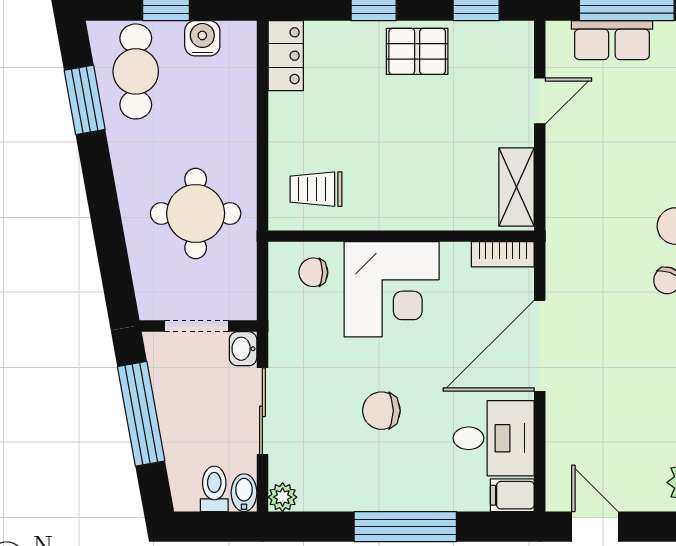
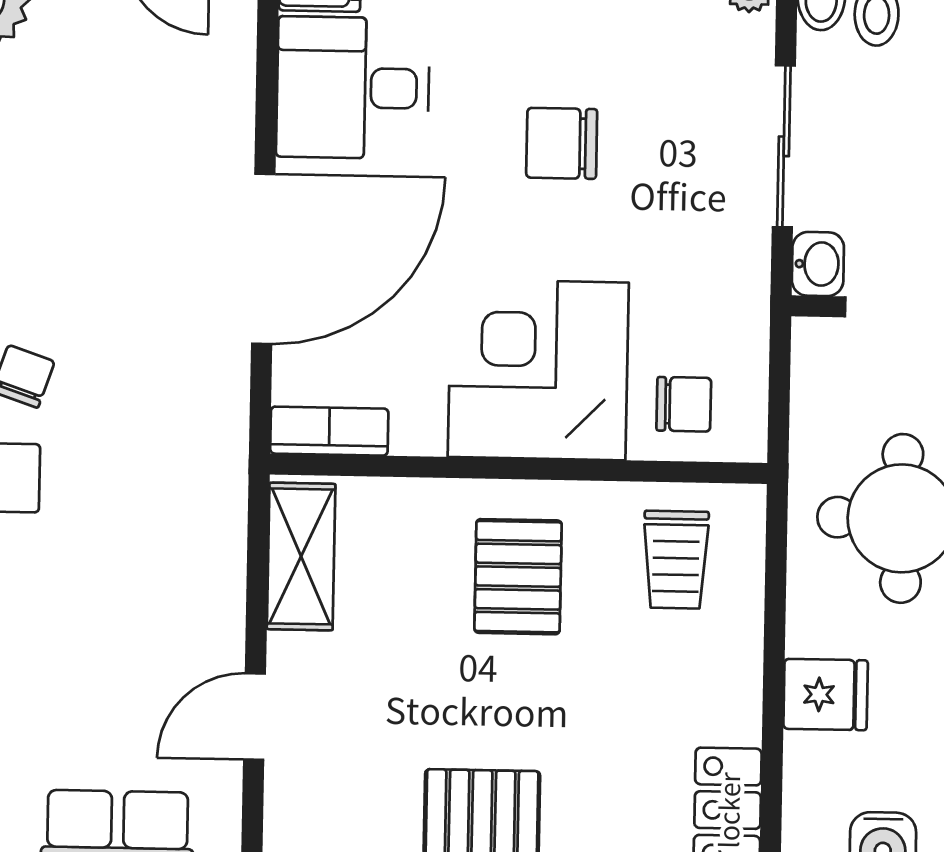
fridge: (235, 118) -> (826, 695), added
pallet: (400, 178) -> (518, 577), added
trolley: (316, 189) -> (676, 560), turned 90
chair: (381, 411) -> (562, 143), turned 180

